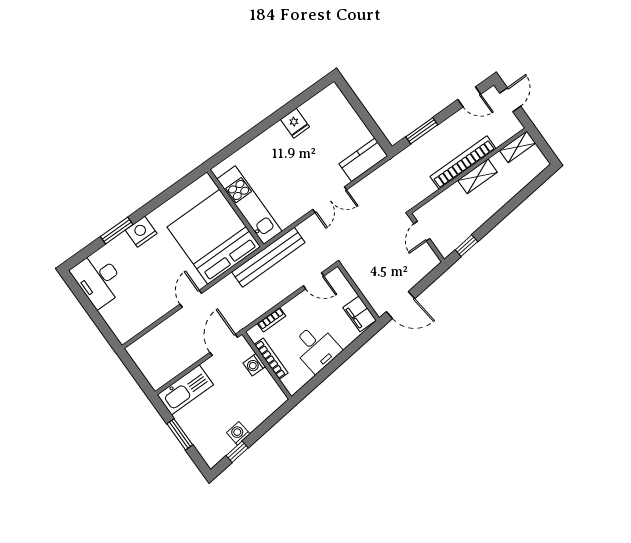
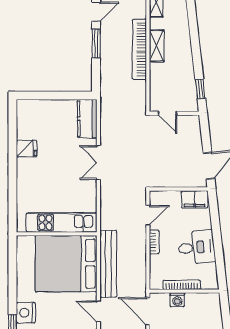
window: (422, 131) -> (96, 44), moved
double door: (330, 200) -> (98, 163), swing flipped
bench: (268, 257) -> (108, 264), moved
bookcase: (272, 320) -> (154, 242), moved

